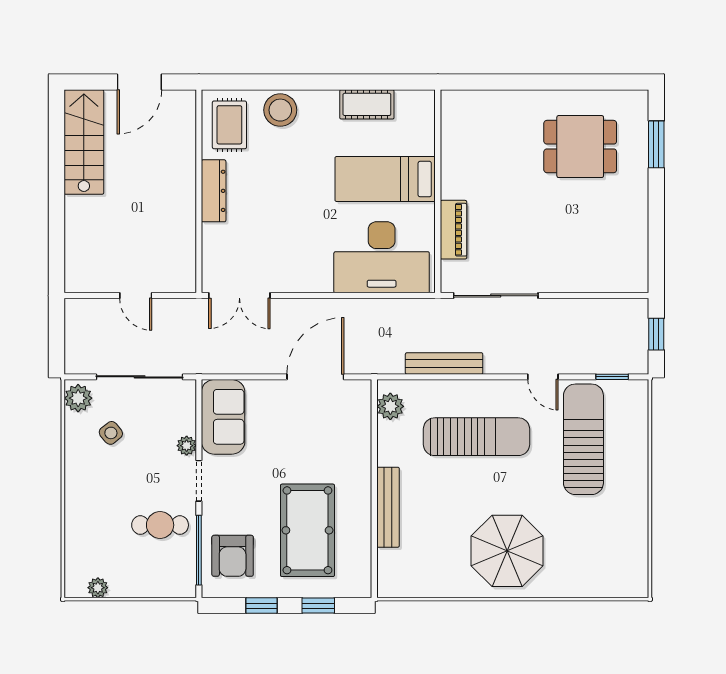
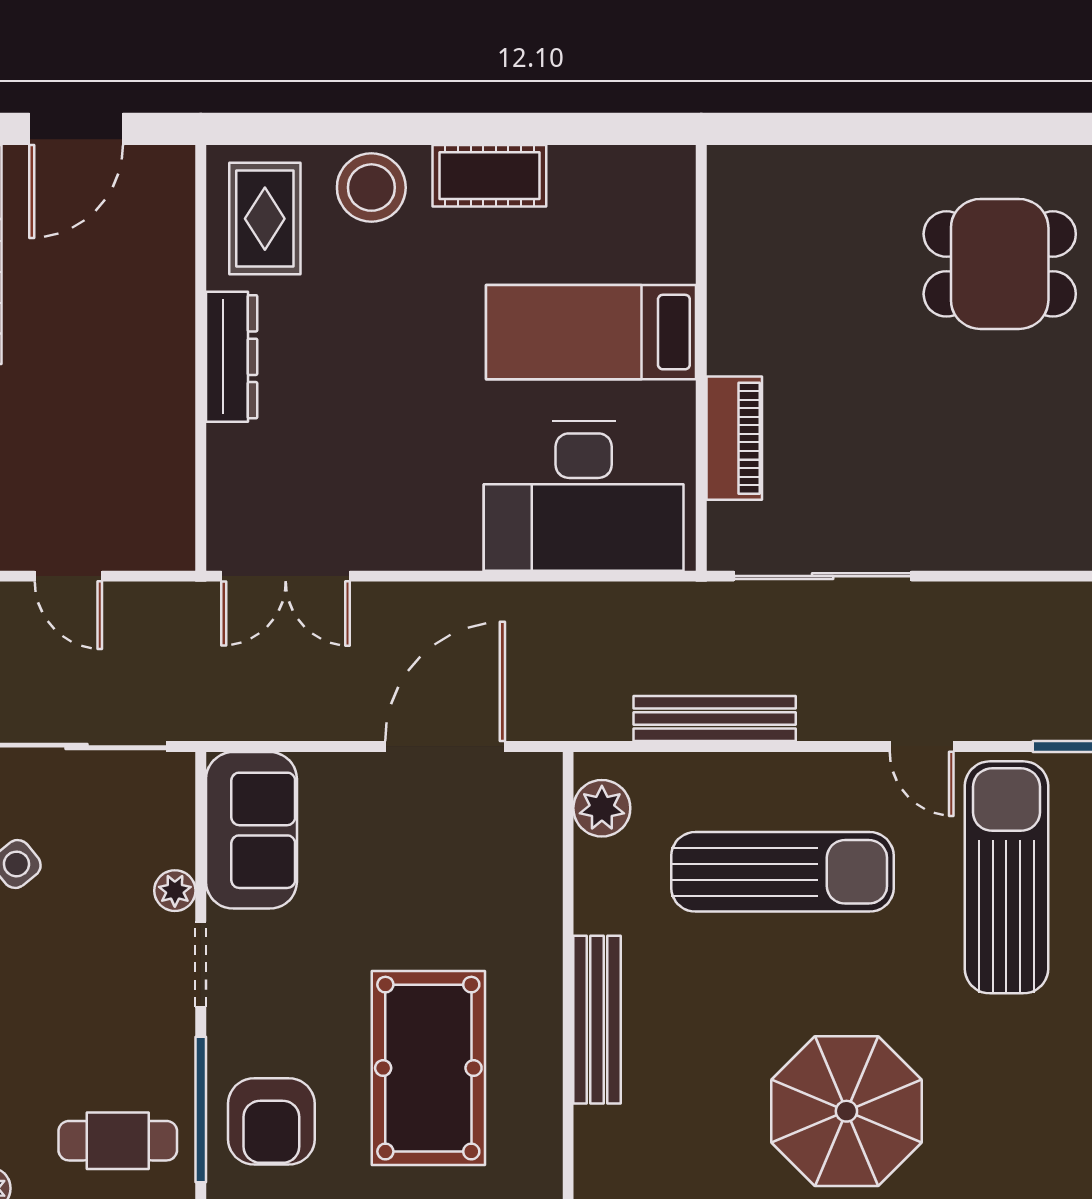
cot: (367, 104) -> (489, 176), moved
cafe table: (160, 525) -> (118, 1141), moved

